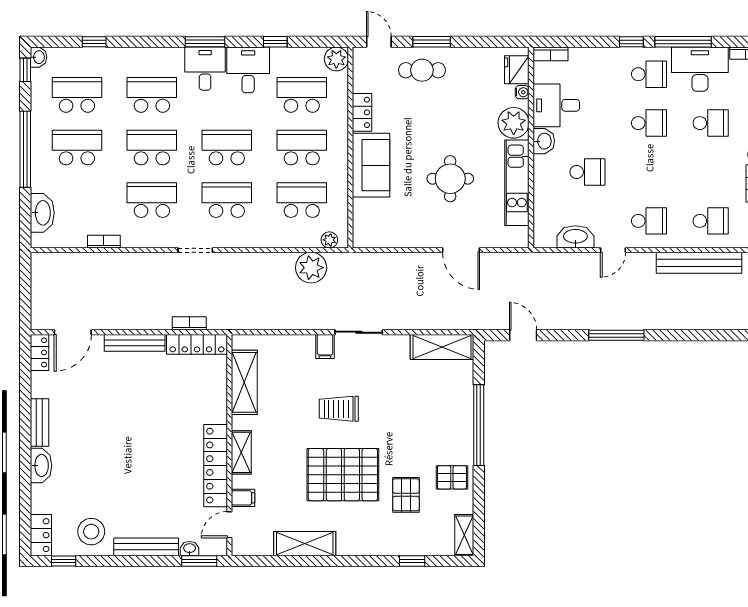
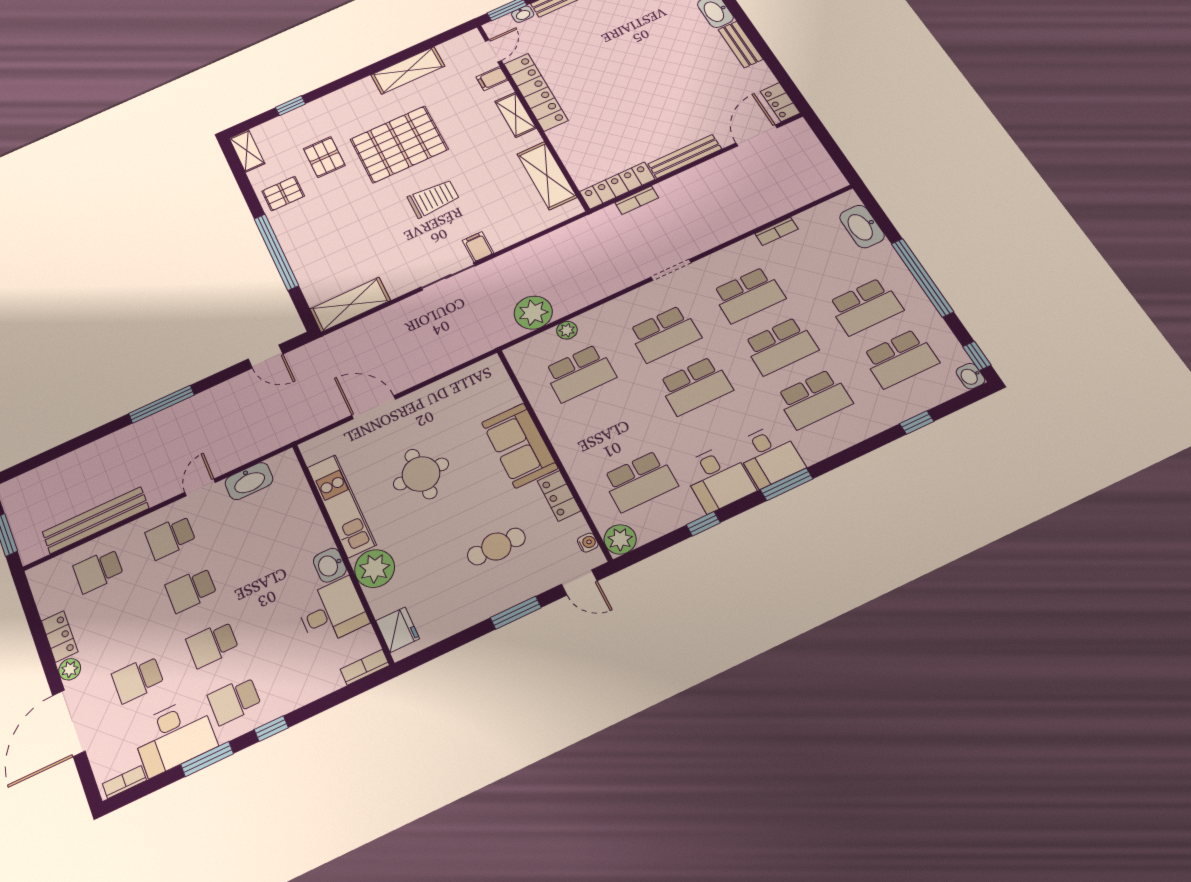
window: (683, 42) -> (207, 759), width x0.69
cafe table: (422, 70) -> (496, 546), moved
water cooler: (522, 92) -> (588, 543), moved, turned 180
school desk: (302, 148) -> (609, 426), removed
school desk: (587, 172) -> (191, 590), moved
plant: (329, 240) -> (567, 330), moved

